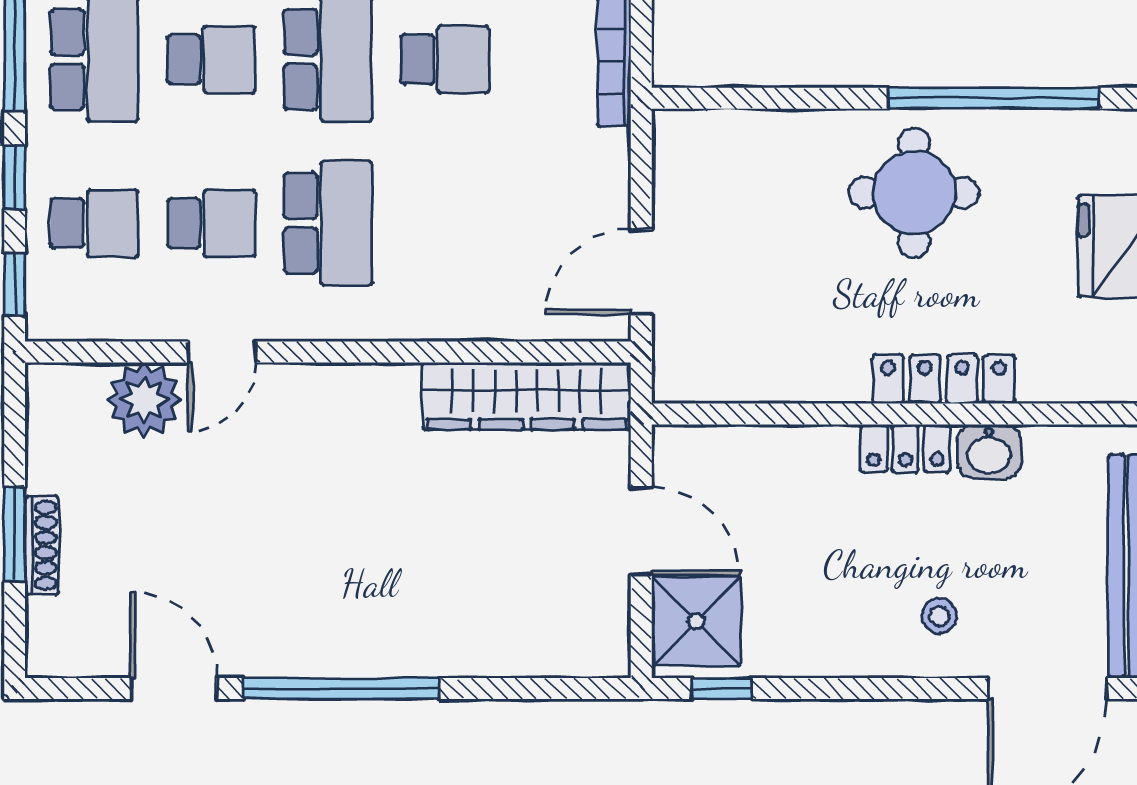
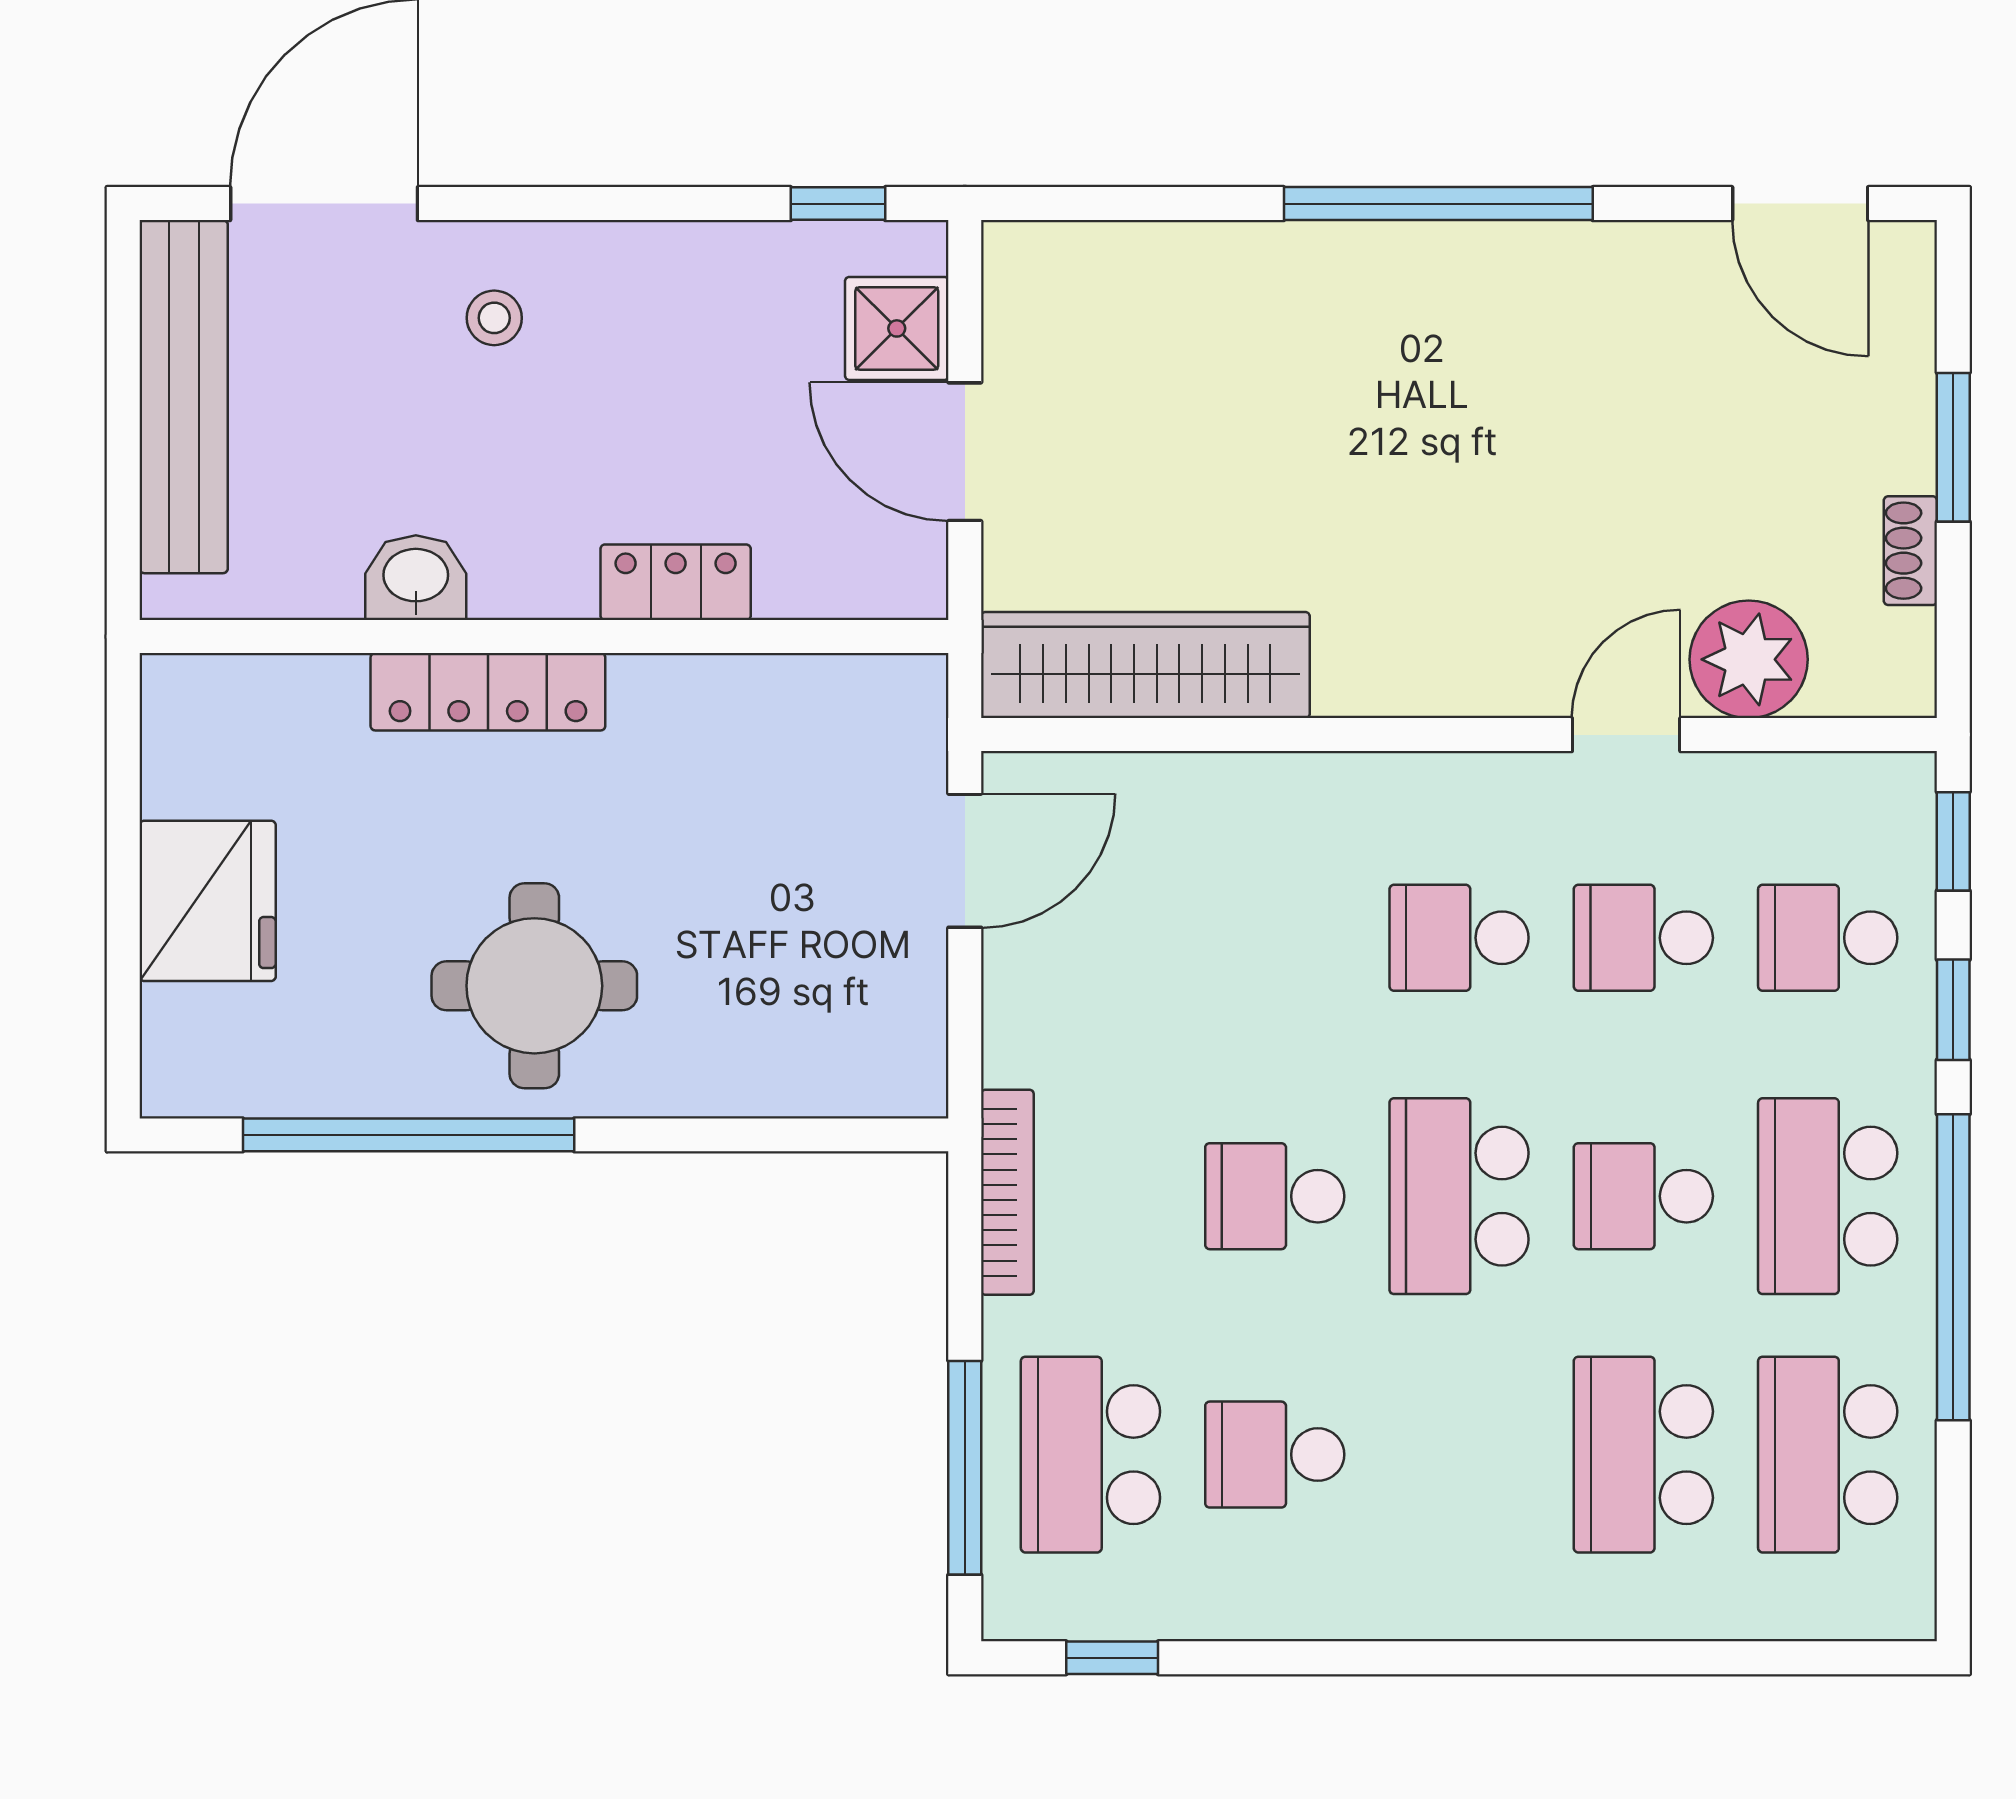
school desk: (328, 223) -> (1459, 938), width x0.54
locker: (906, 448) -> (676, 582), moved
shoe rack: (42, 545) -> (1910, 551), moved, width x0.70
shower: (696, 621) -> (897, 328), width x0.73, depth x0.73
door: (174, 689) -> (1800, 204), moved

